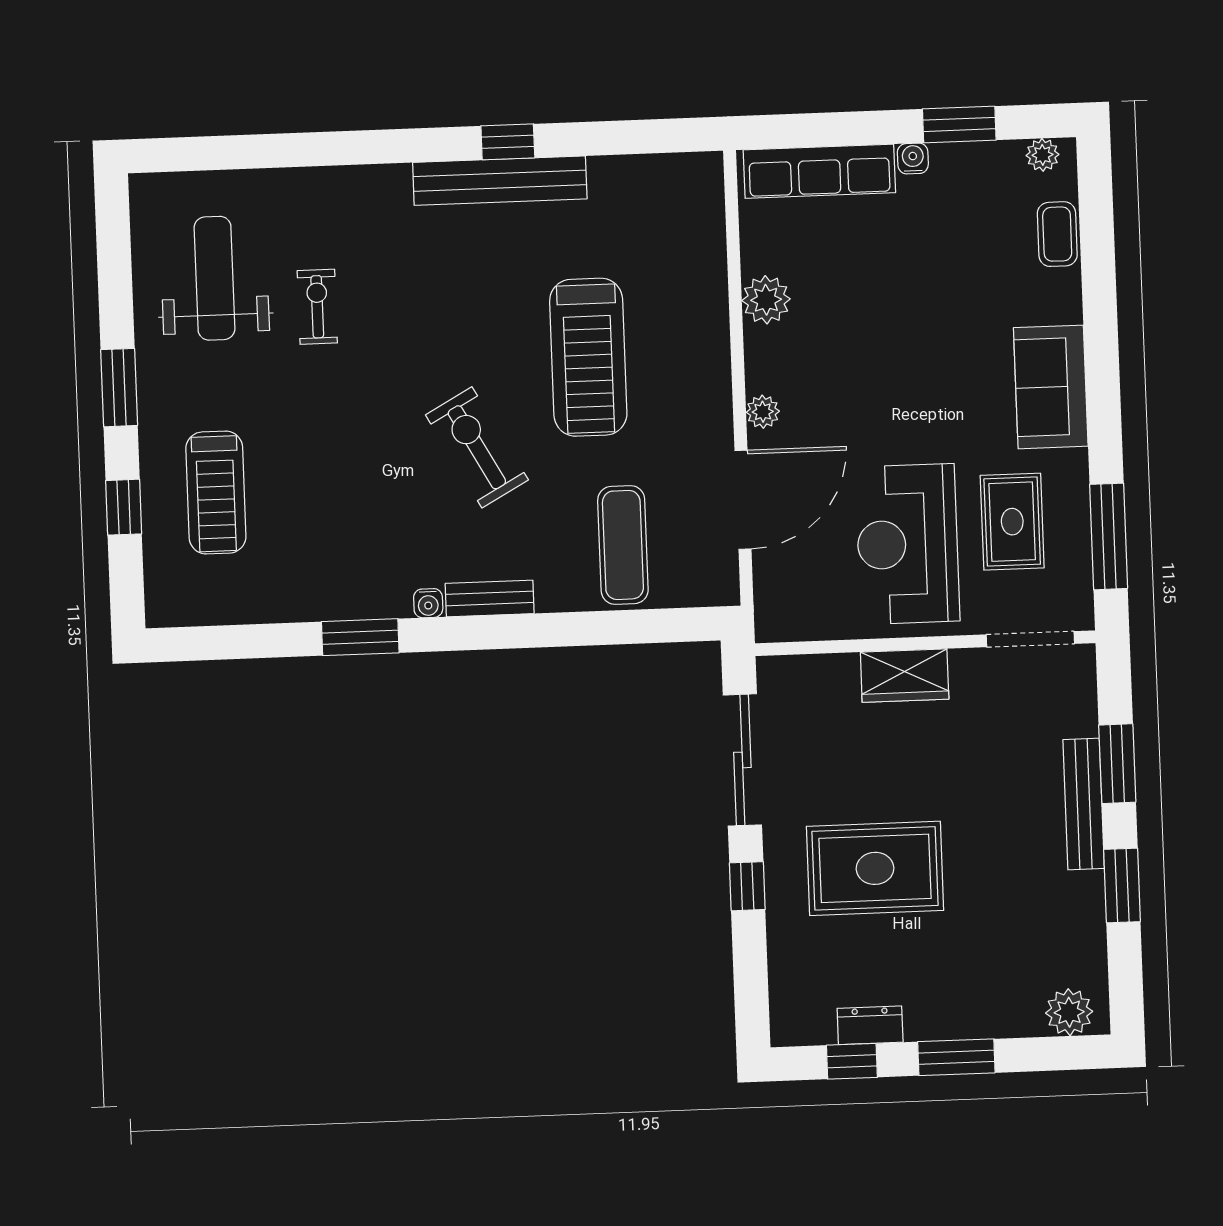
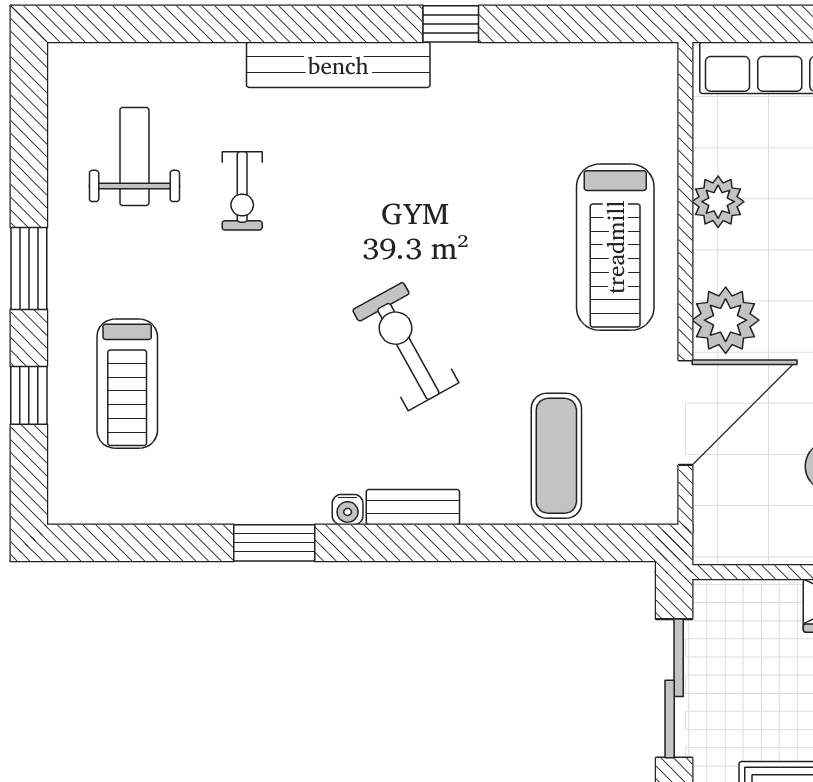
bench: (500, 181) -> (338, 65), moved
weight bench: (214, 278) -> (134, 156), width x0.73, depth x0.75
exercise bike: (317, 307) -> (242, 191), turned 180
treadmill: (588, 357) -> (615, 247), moved
plant: (763, 412) -> (726, 320), width x1.87, depth x1.87

